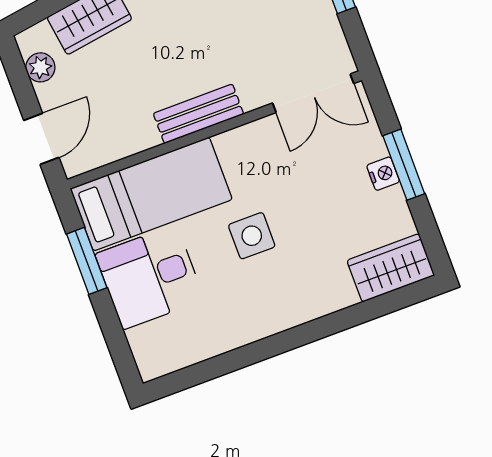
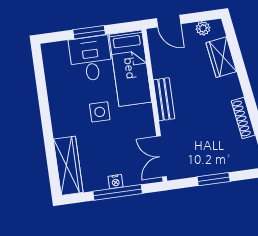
window: (404, 165) -> (118, 192), width x1.44
window: (87, 261) -> (89, 32), moved
wardrobe: (391, 268) -> (68, 166), width x1.50

